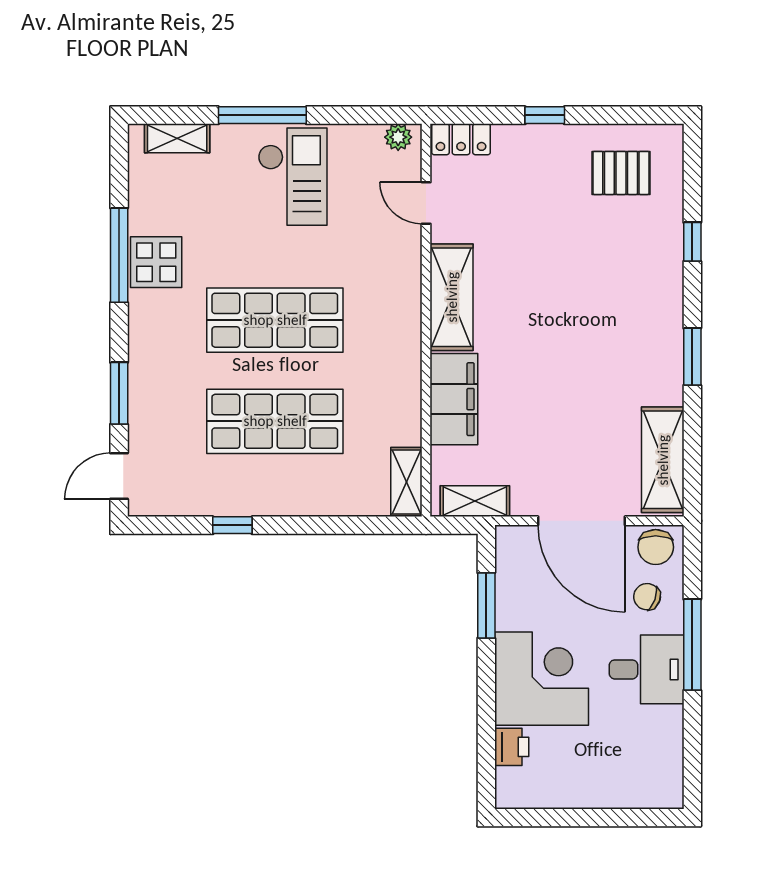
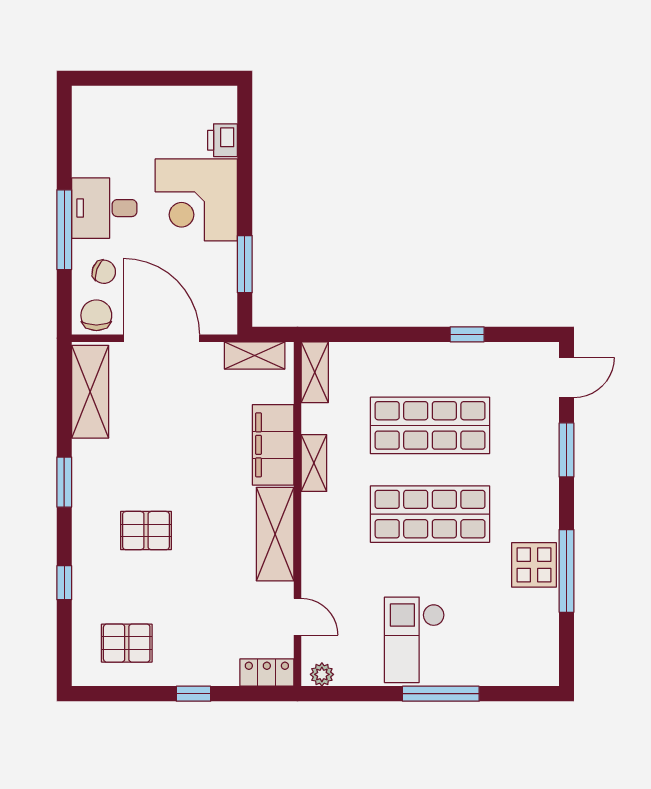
shelving: (177, 138) -> (314, 463), moved, turned 90
pallet: (599, 301) -> (146, 531), added

